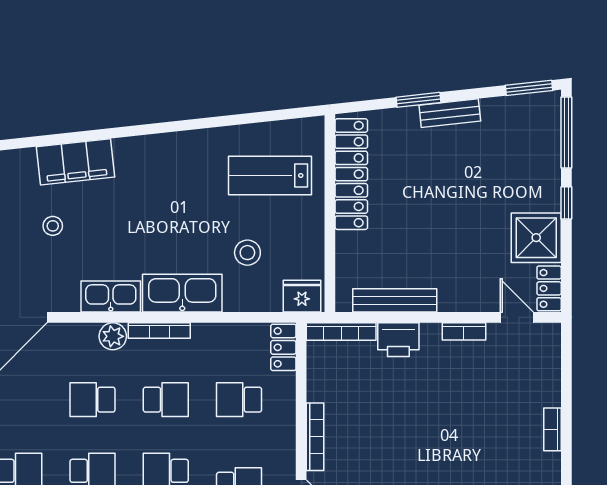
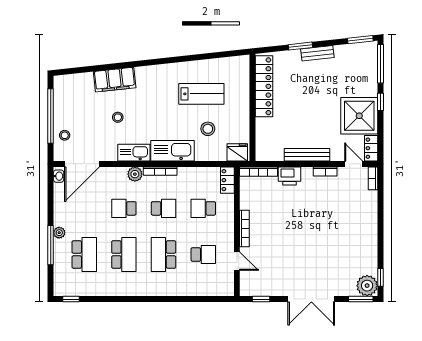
lab bench: (270, 175) -> (201, 94), moved, turned 180
stool: (53, 226) -> (118, 117), moved
shower: (536, 238) -> (359, 116), width x1.37, depth x1.37
bench: (395, 300) -> (307, 155), moved
bookcase: (552, 429) -> (373, 178), moved

